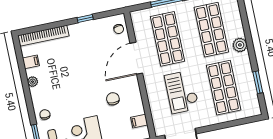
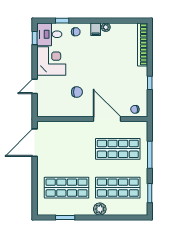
filing cabinet: (31, 62) -> (96, 29), moved
checkout: (182, 92) -> (71, 151), removed
filing cabinet: (139, 121) -> (53, 110), removed

